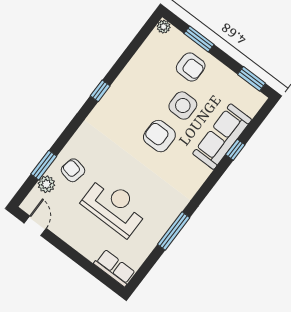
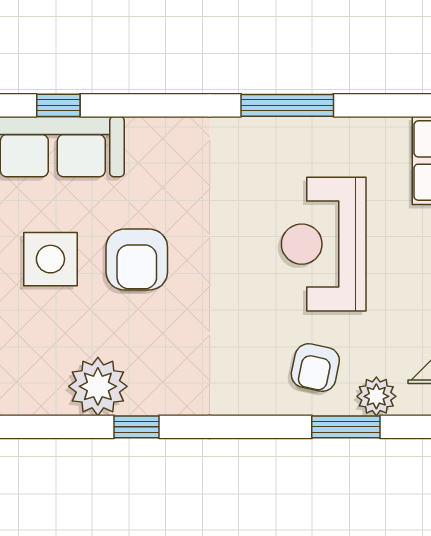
plant: (125, 88) -> (98, 386), added

